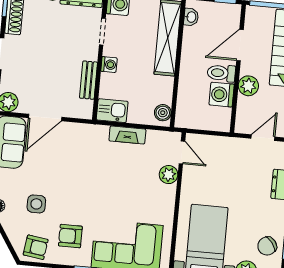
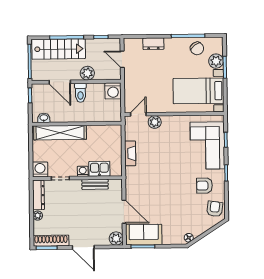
washing machine: (222, 95) -> (113, 91), moved
kitchen sink: (112, 111) -> (99, 169), moved, turned 90
boiler: (163, 113) -> (112, 131), removed
side table: (36, 204) -> (185, 211), removed
armchair: (70, 236) -> (204, 186), turned 90

